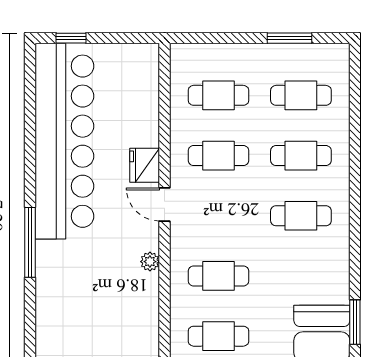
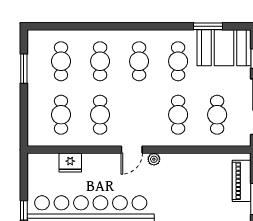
fridge: (145, 165) -> (70, 163), moved
plant: (150, 262) -> (154, 159), moved
cafe table: (301, 276) -> (178, 61), added

